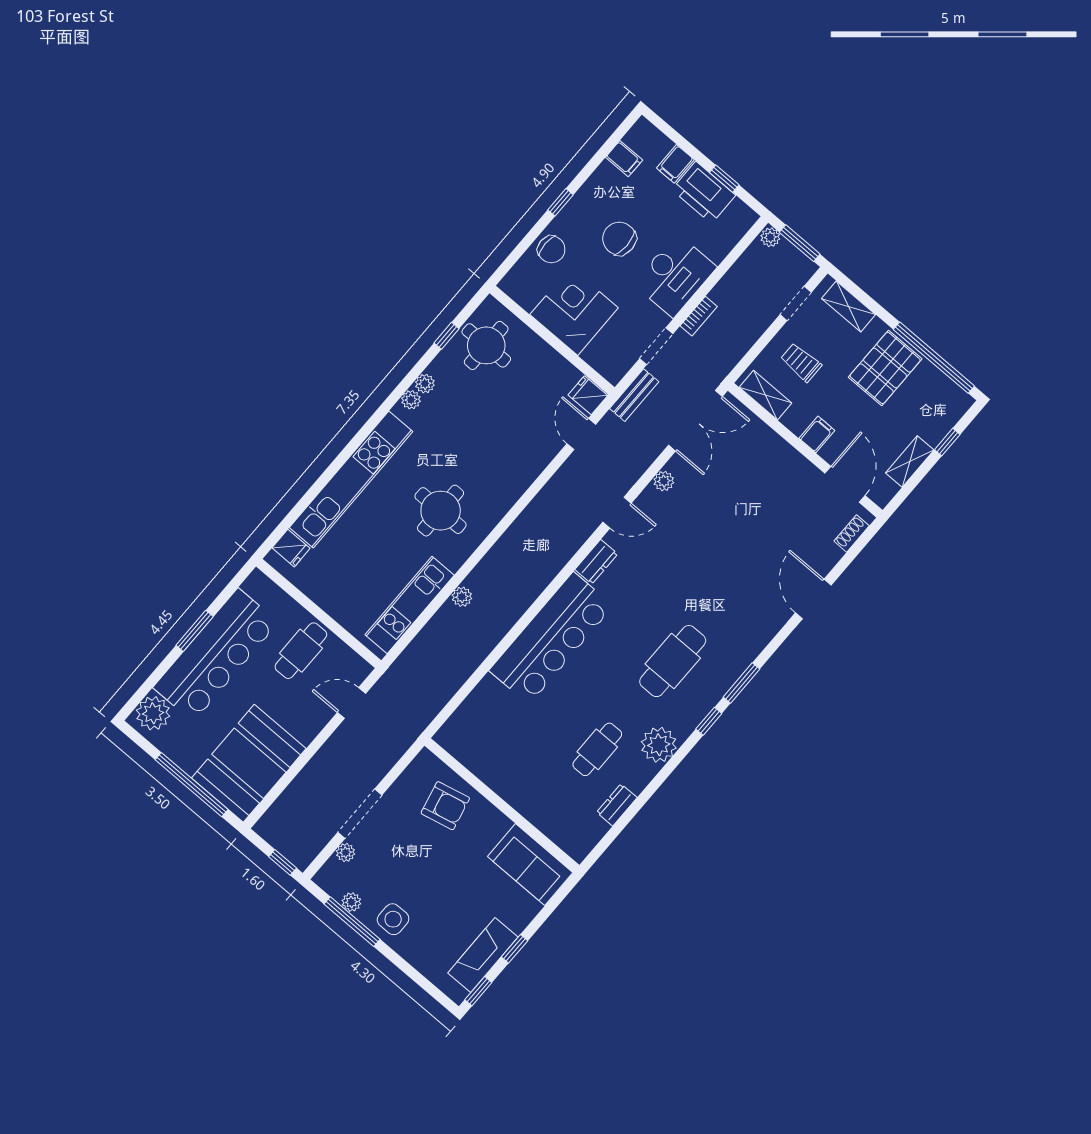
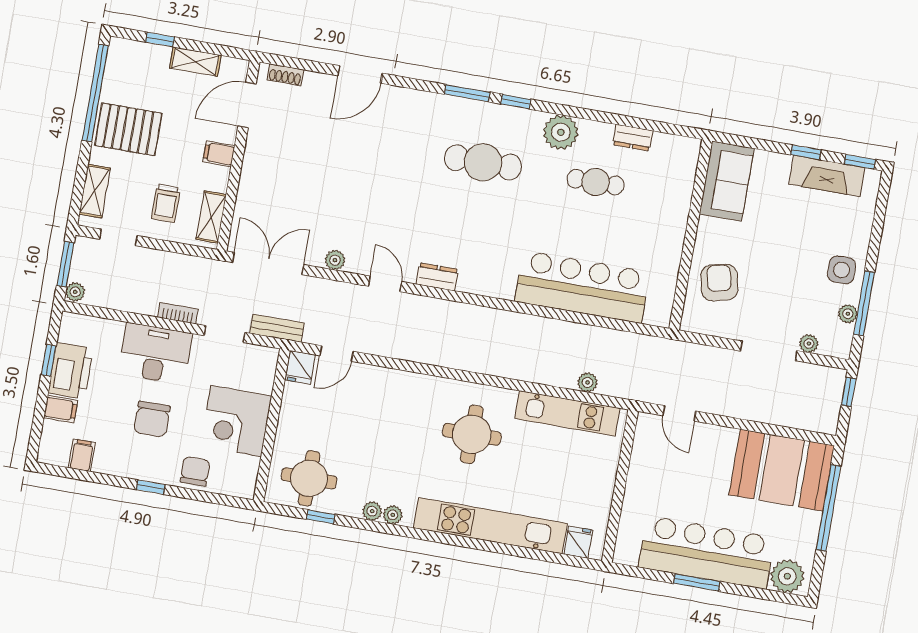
plant: (462, 597) -> (588, 382), moved
bar counter: (551, 638) -> (582, 287), moved
cafe table: (301, 651) -> (660, 482), removed

